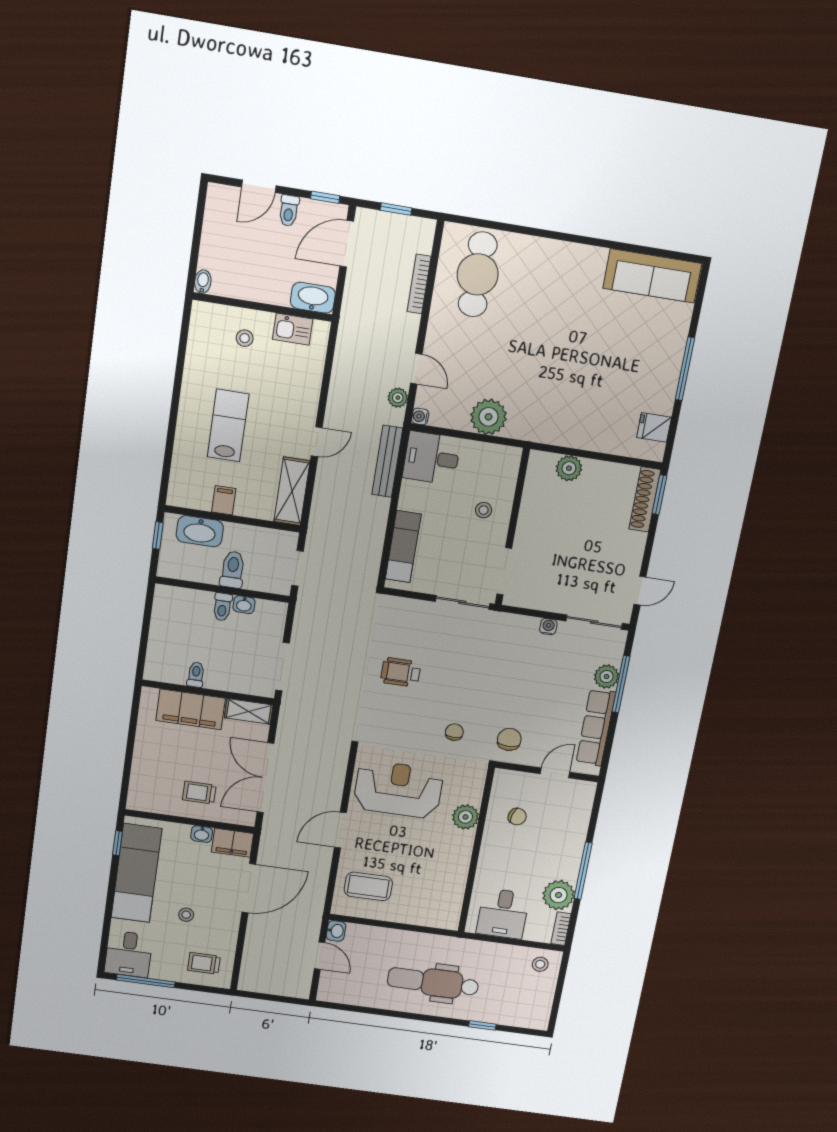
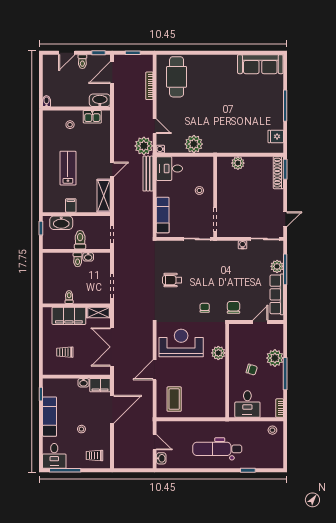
plant: (398, 398) -> (144, 146), width x1.88, depth x1.88
trolley: (199, 793) -> (65, 352), moved
chair: (517, 817) -> (252, 370), moved
exam couch: (136, 873) -> (50, 417), width x0.73, depth x0.69
coffee table: (368, 886) -> (174, 399), turned 90
plant: (559, 895) -> (275, 358), moved
washbasin: (336, 931) -> (161, 458), moved

